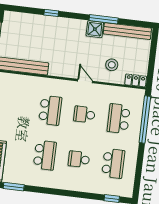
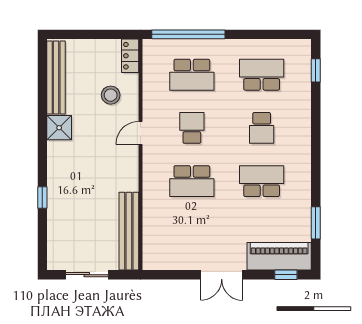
window: (104, 19) -> (42, 116), removed
school desk: (50, 110) -> (192, 181), turned 180
school desk: (84, 114) -> (192, 128), turned 180

